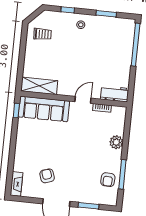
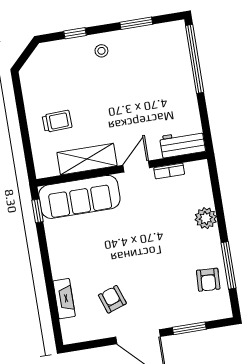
trolley: (43, 34) -> (57, 121), moved
shelving: (39, 86) -> (87, 159), moved
fireplace: (16, 184) -> (64, 299), moved

